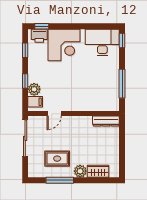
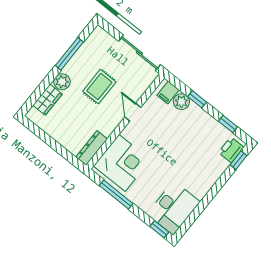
corner desk: (64, 45) -> (122, 163), moved, turned 180
door: (54, 114) -> (133, 112), moved
rug: (57, 159) -> (99, 87), moved

